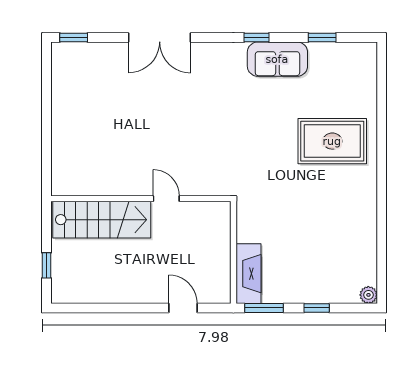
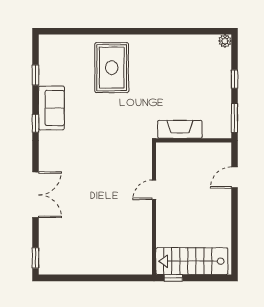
stairs: (102, 220) -> (192, 261), moved, turned -90
window: (47, 265) -> (173, 278), moved
fireplace: (248, 274) -> (180, 129), moved

